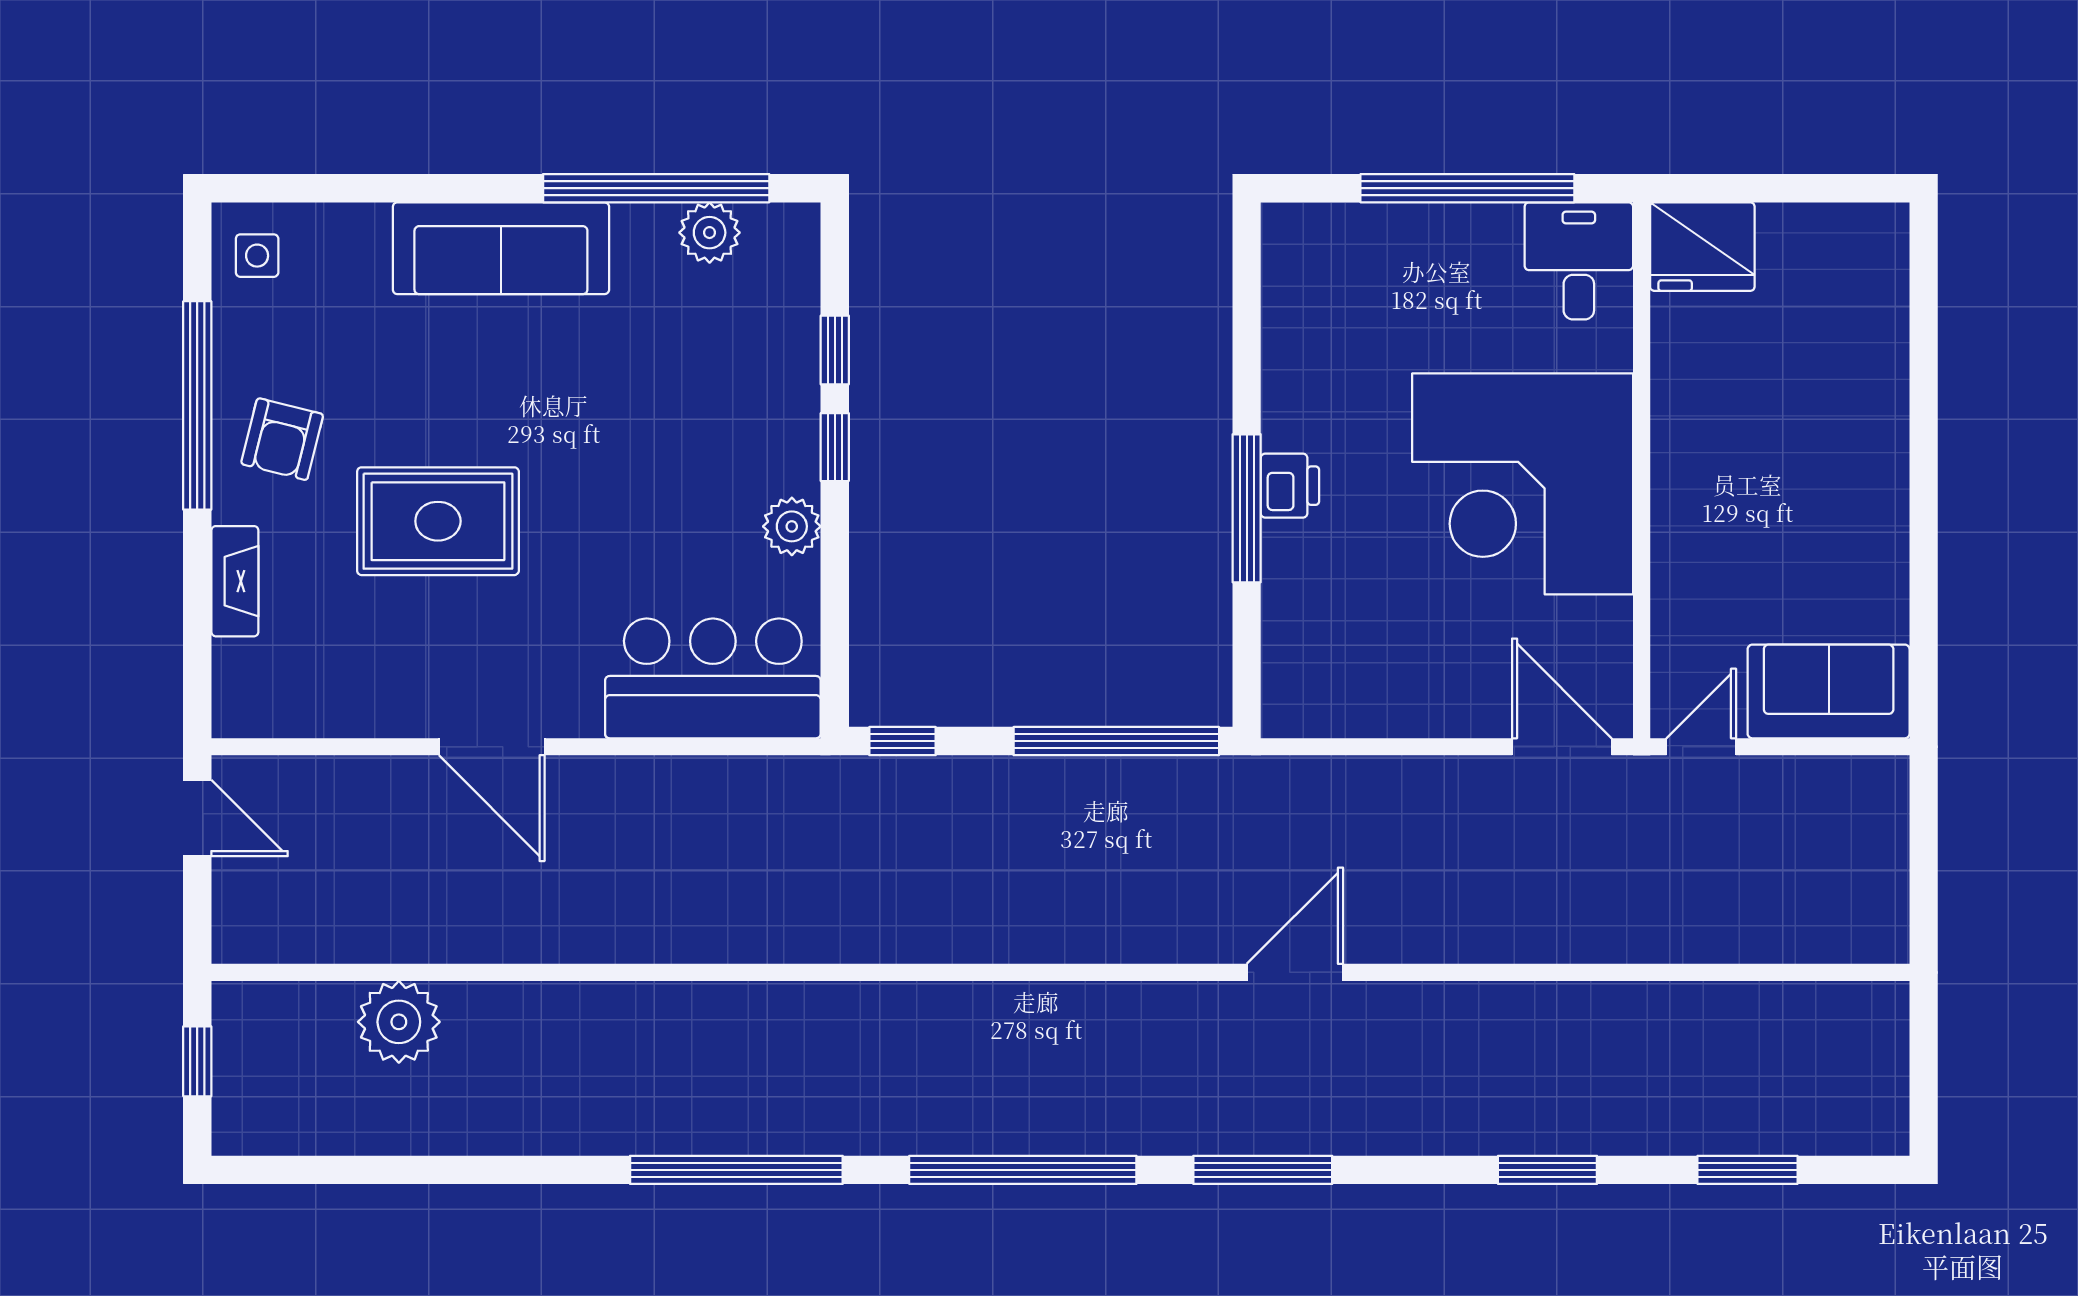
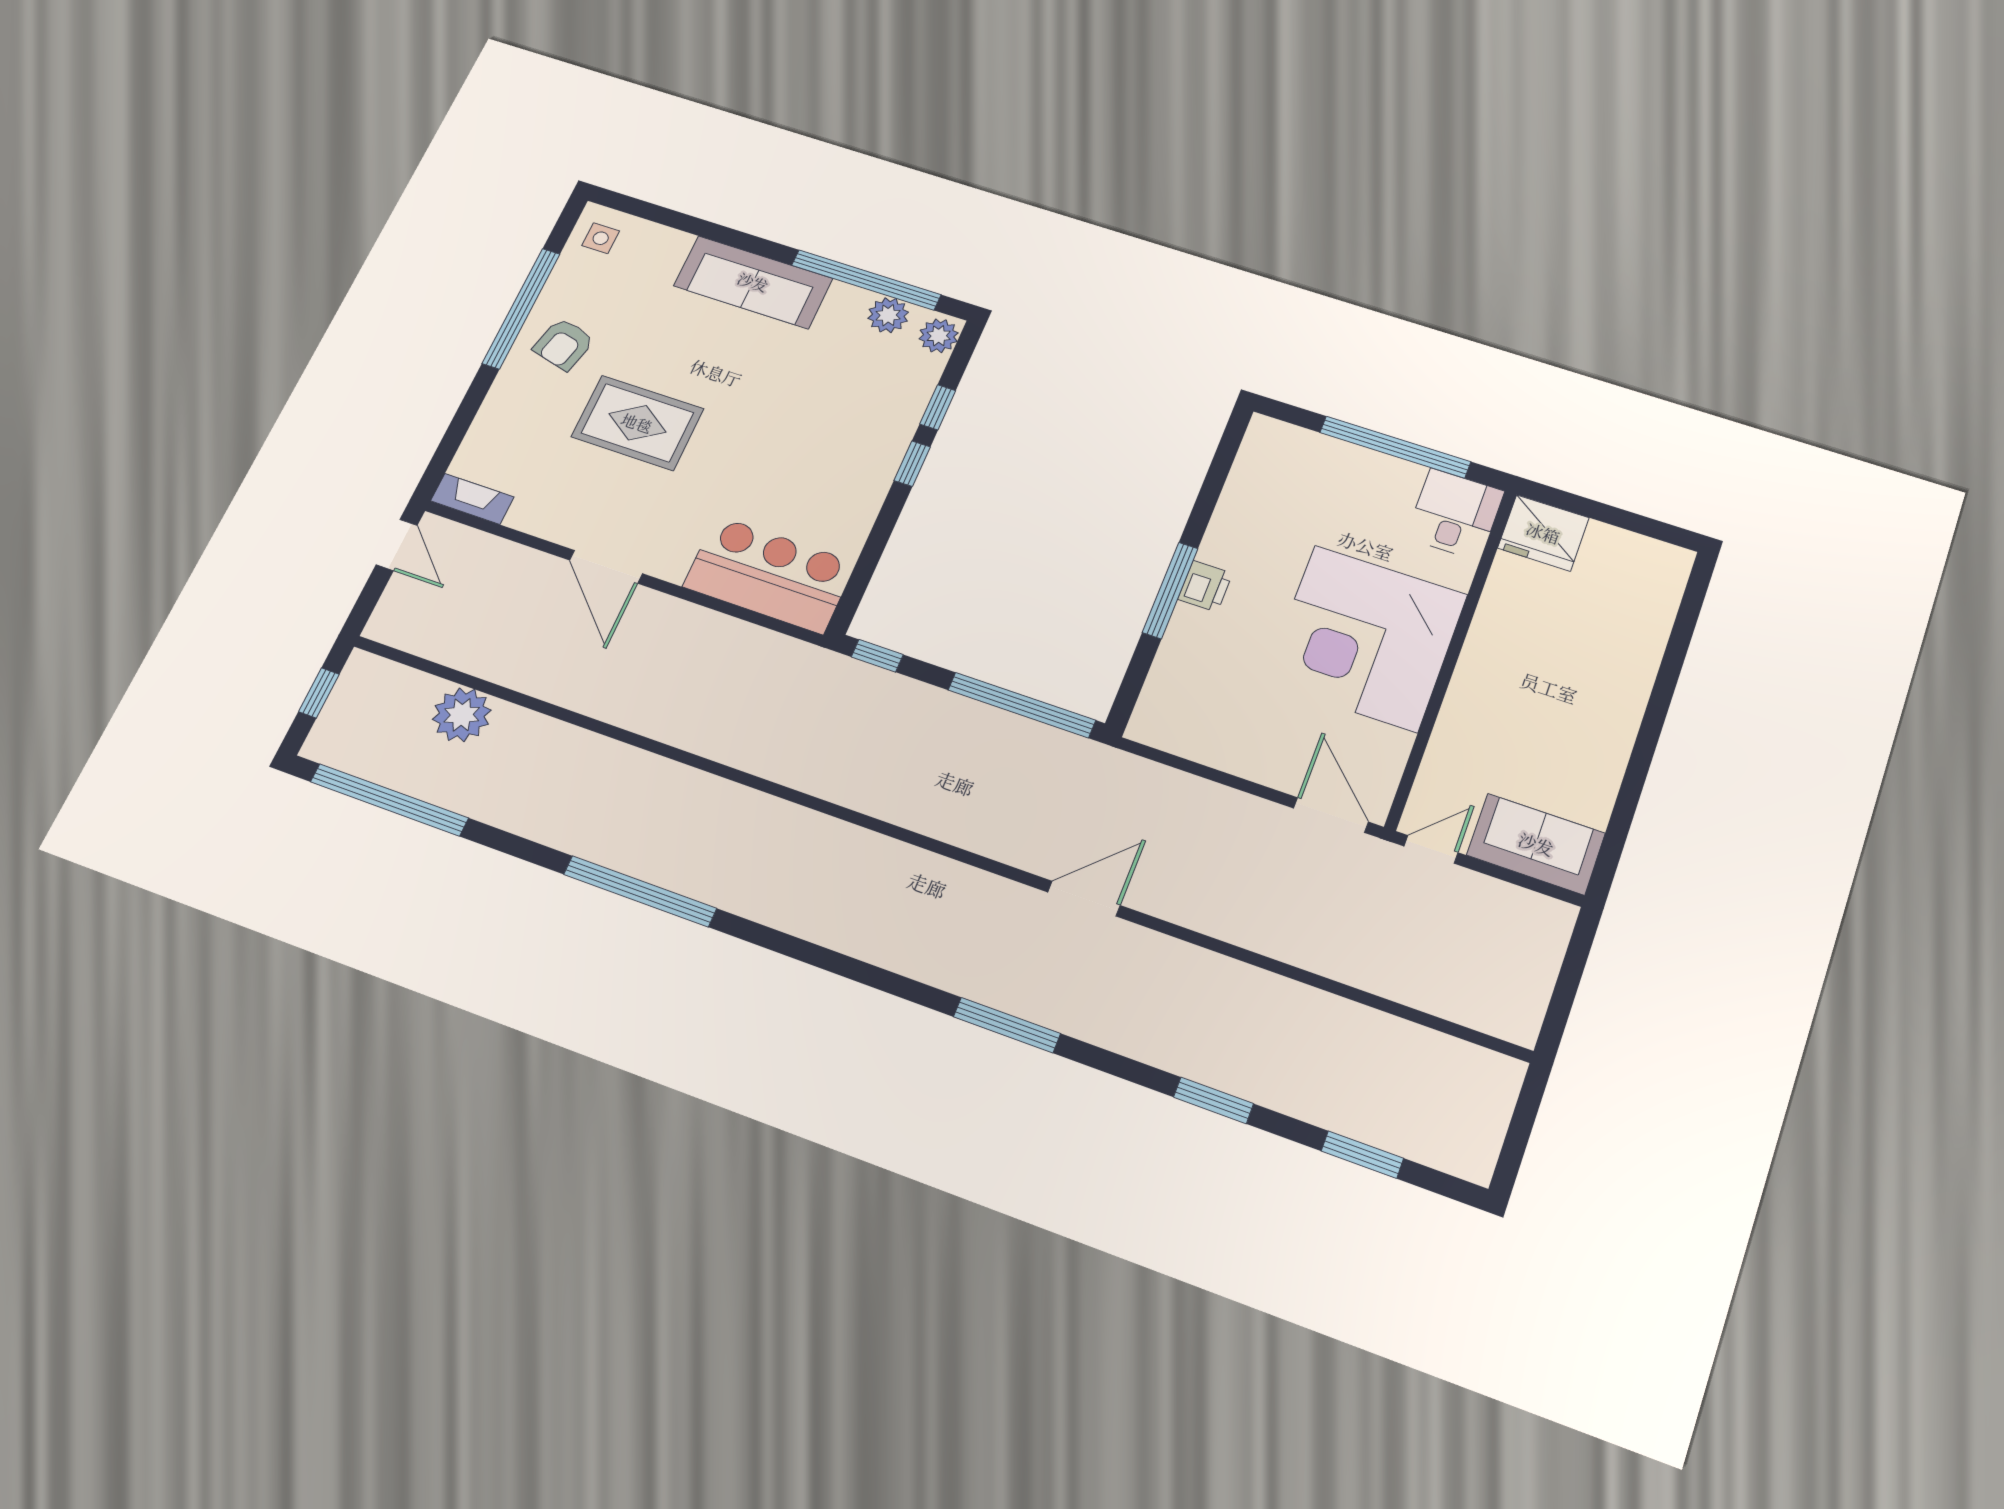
plant: (792, 526) -> (939, 336), moved
fireplace: (235, 581) -> (472, 499), moved, turned -90
window: (1023, 1170) -> (389, 800), moved

